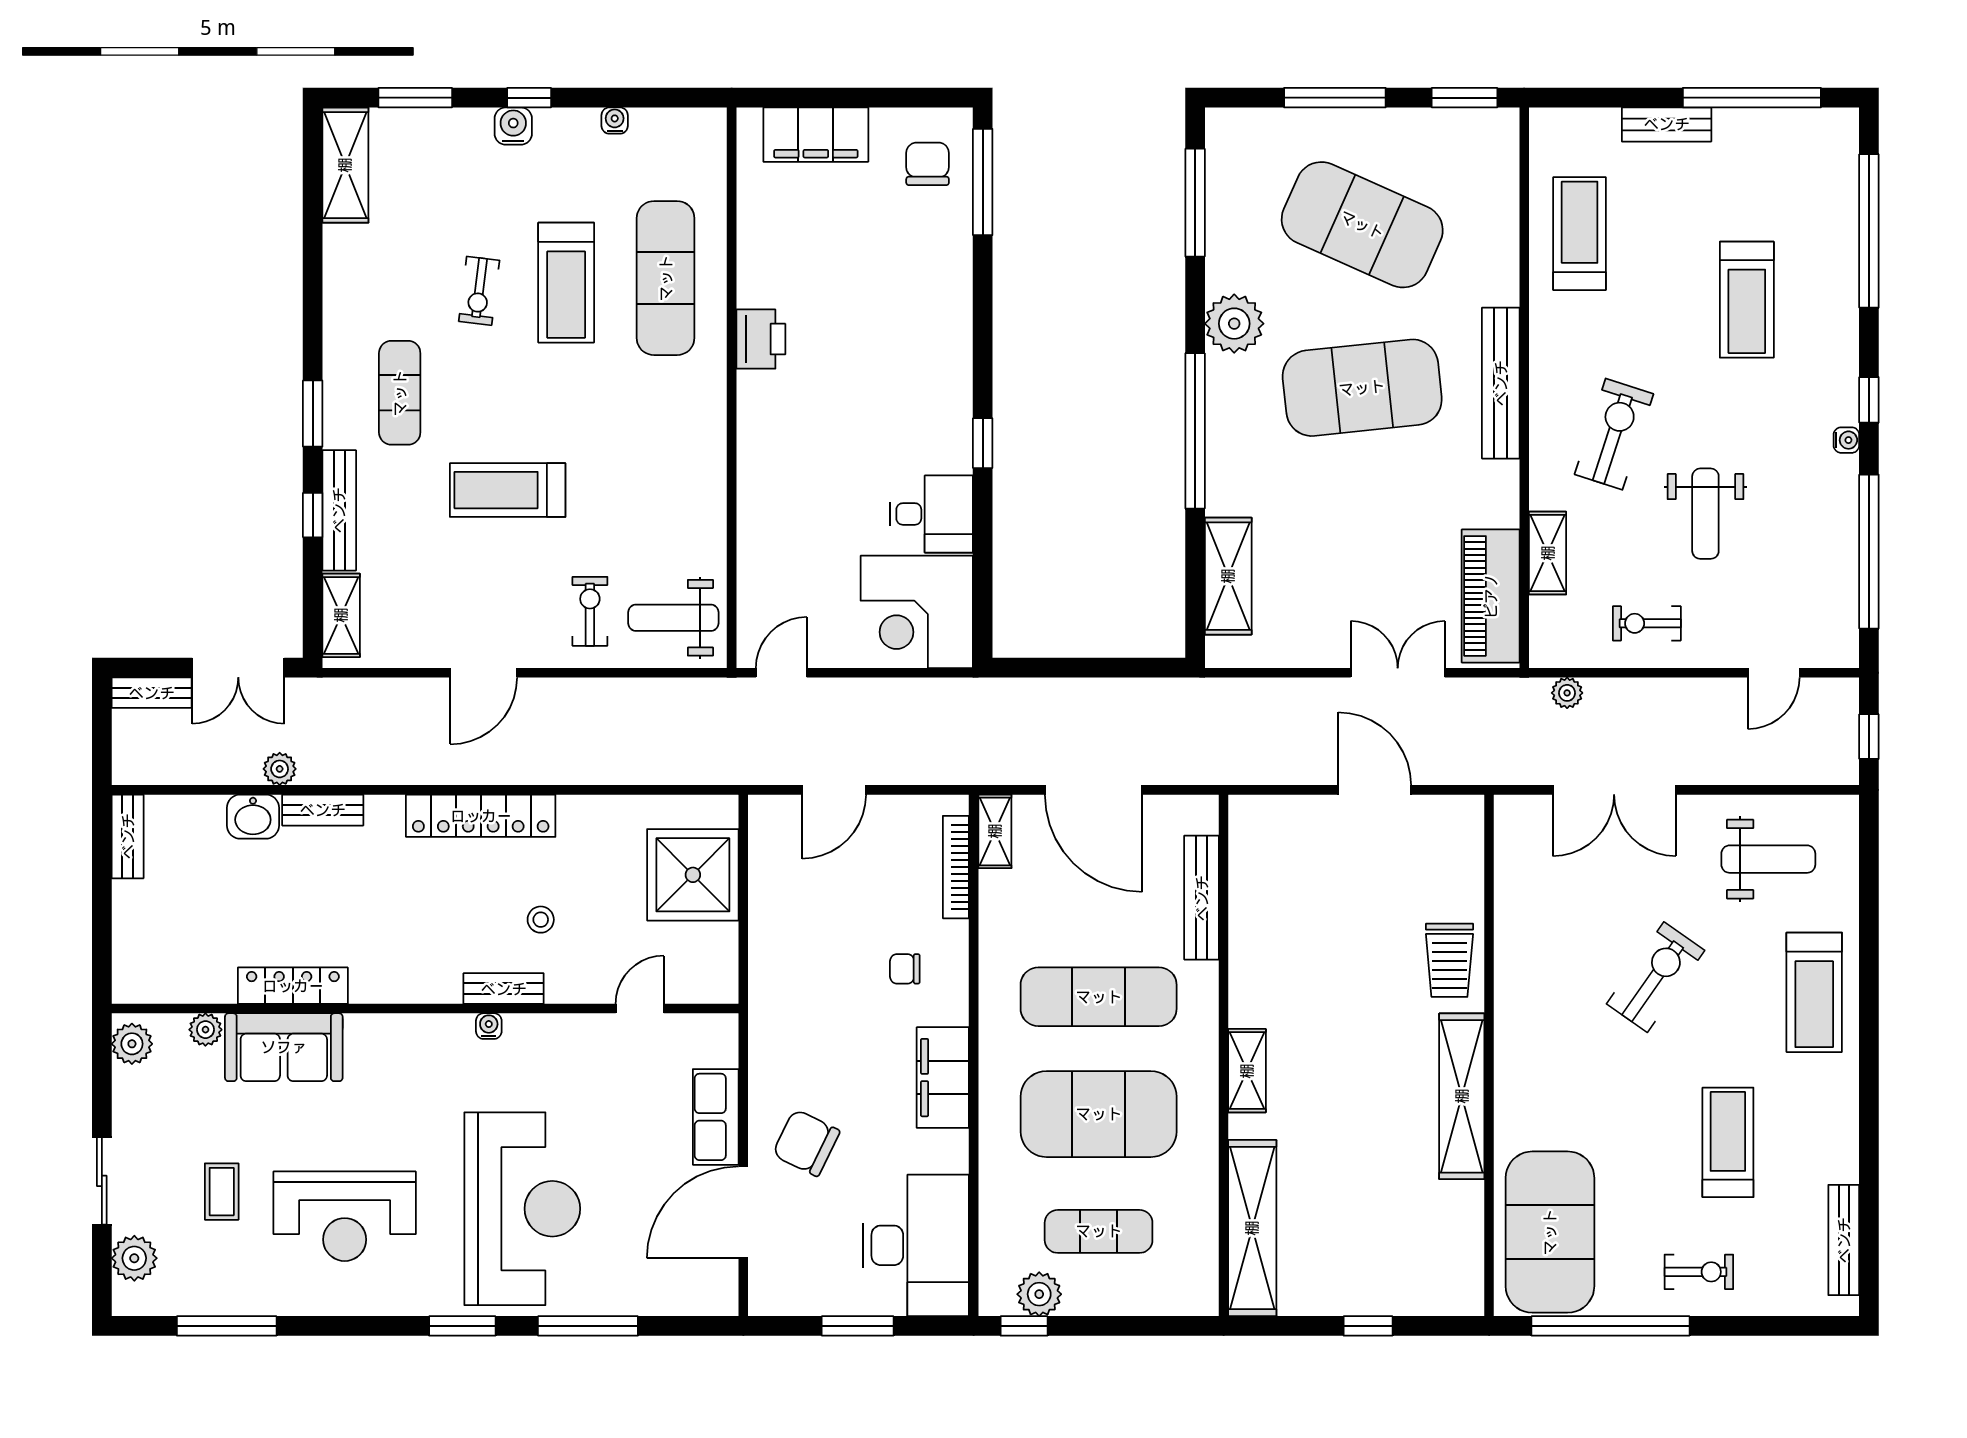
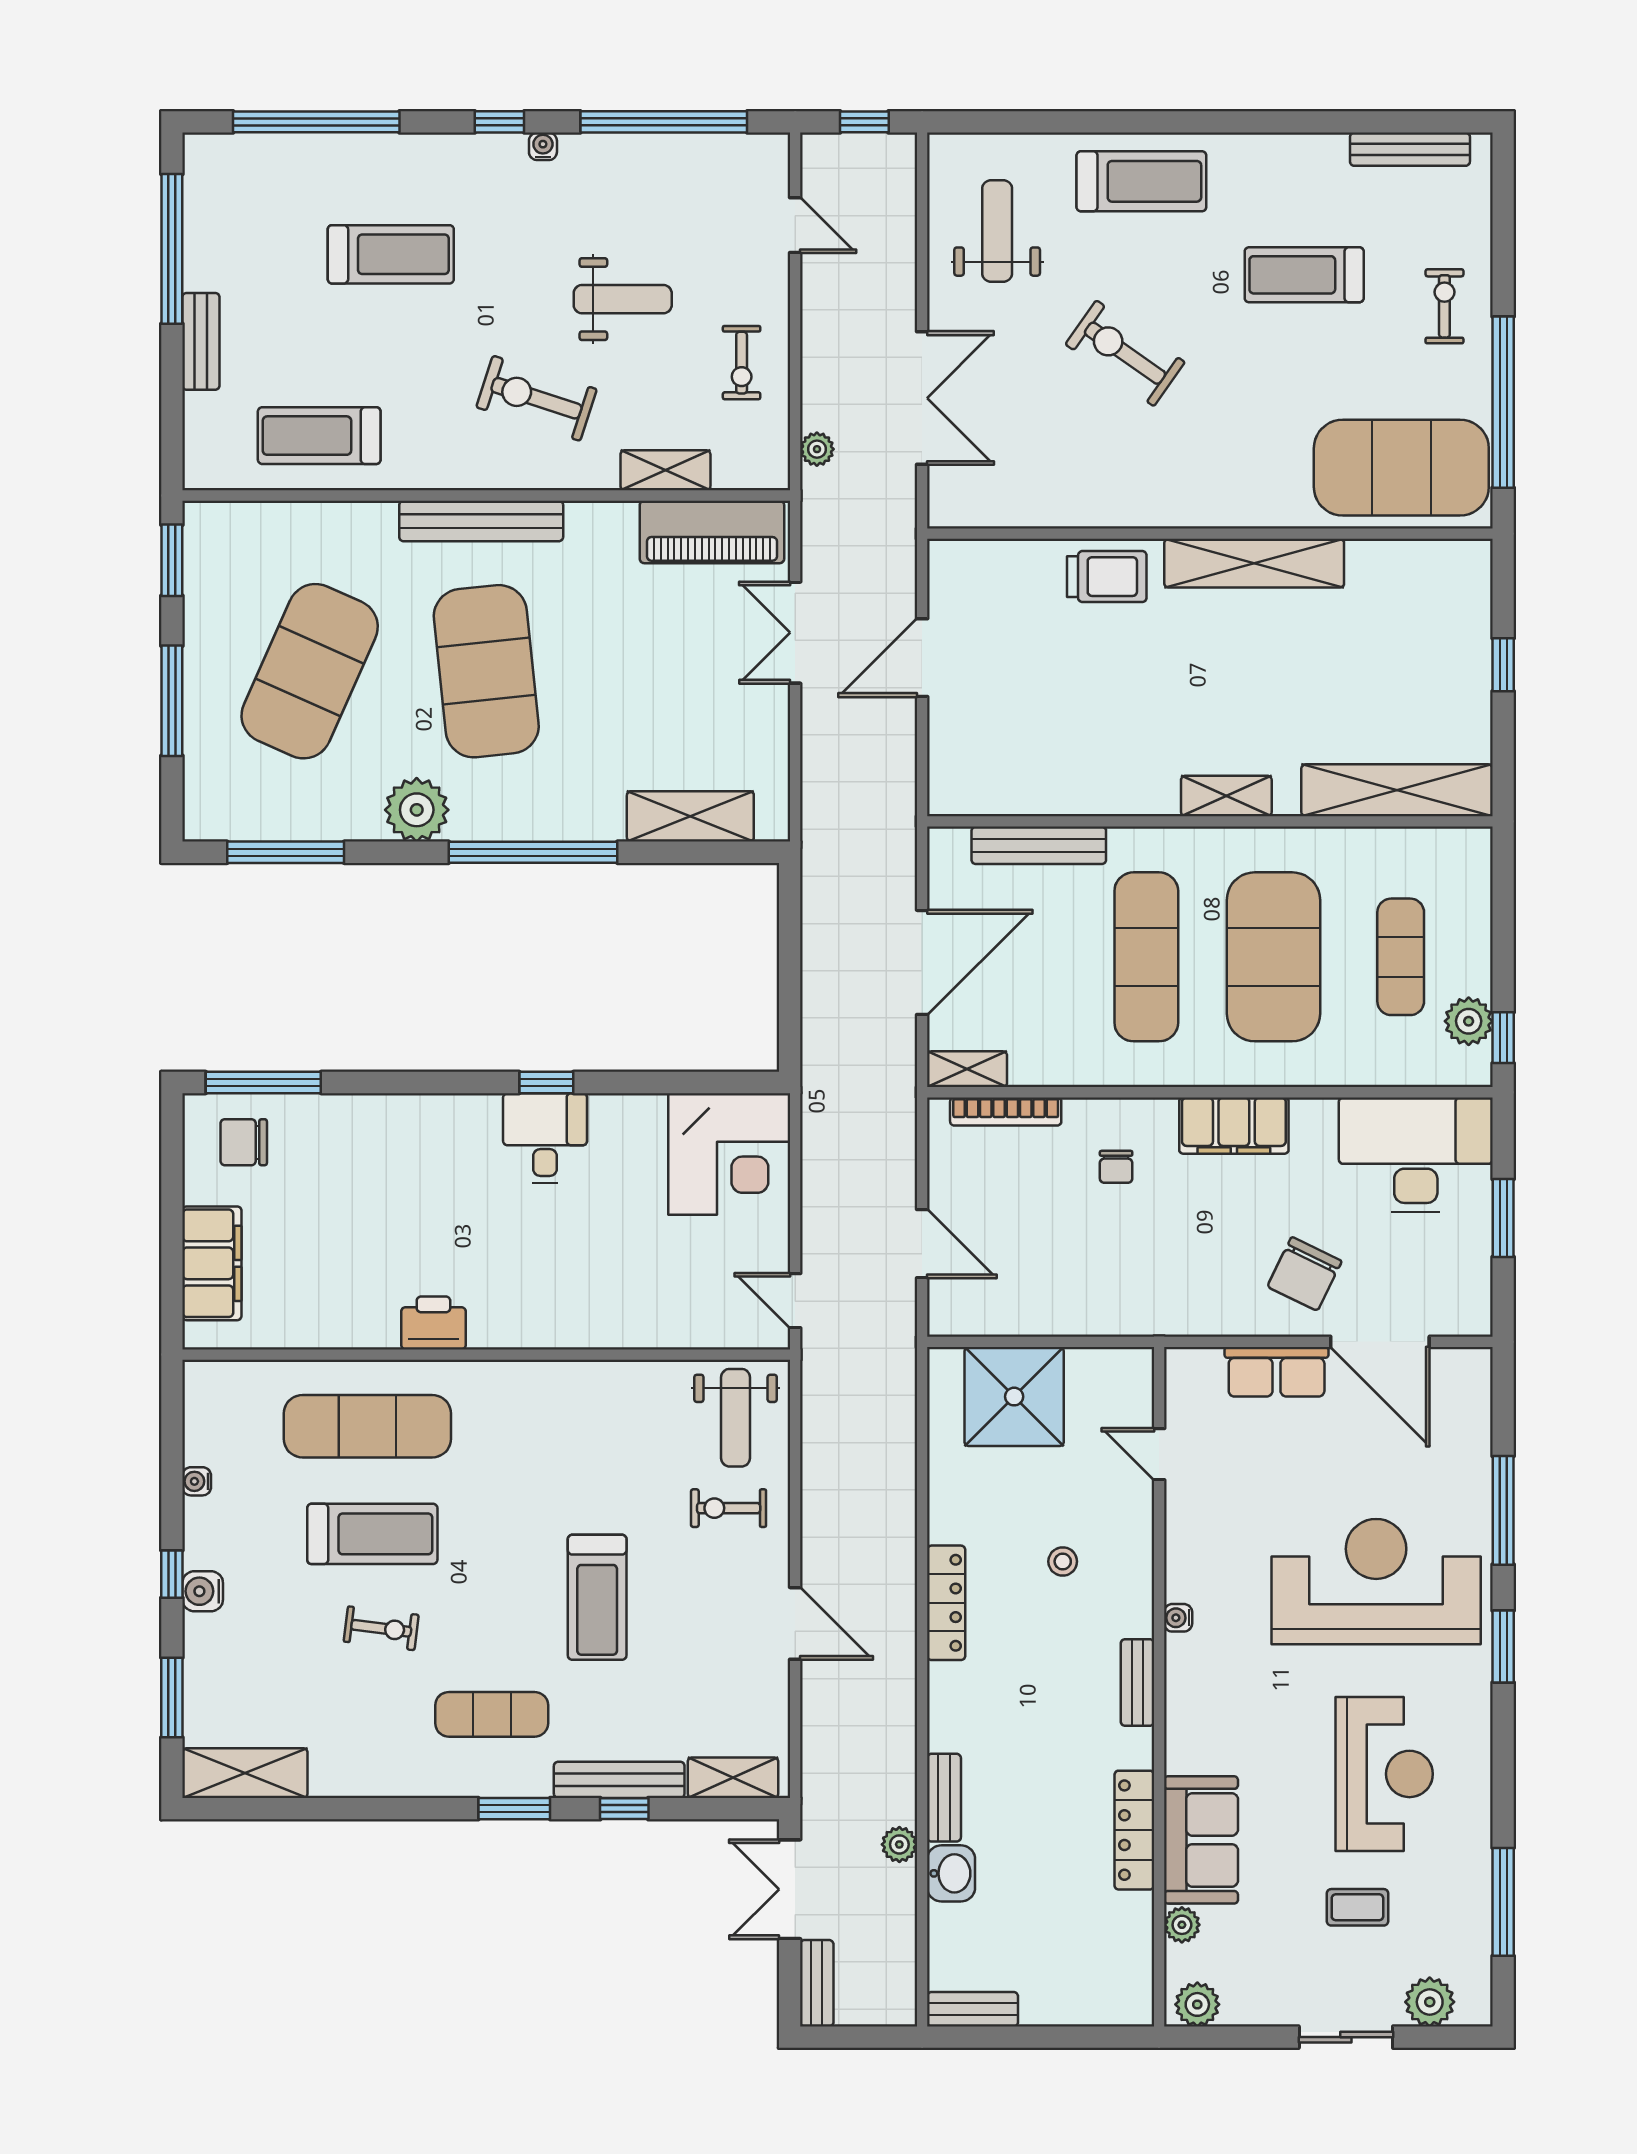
desk: (931, 514) -> (545, 1138), moved
double door: (238, 668) -> (790, 1889), swing flipped
locker: (481, 816) -> (946, 1603), width x0.71, depth x0.83
bench: (504, 989) -> (1137, 1683), moved

